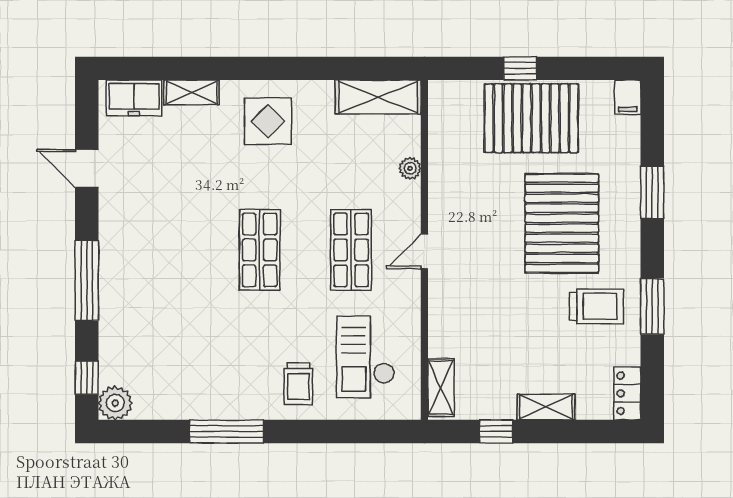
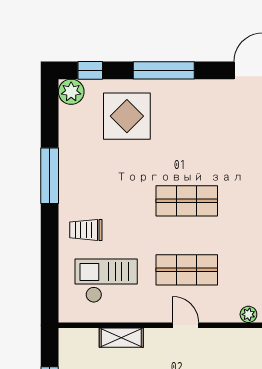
display table: (148, 329) -> (127, 116), added
shelving: (441, 388) -> (121, 338), moved

